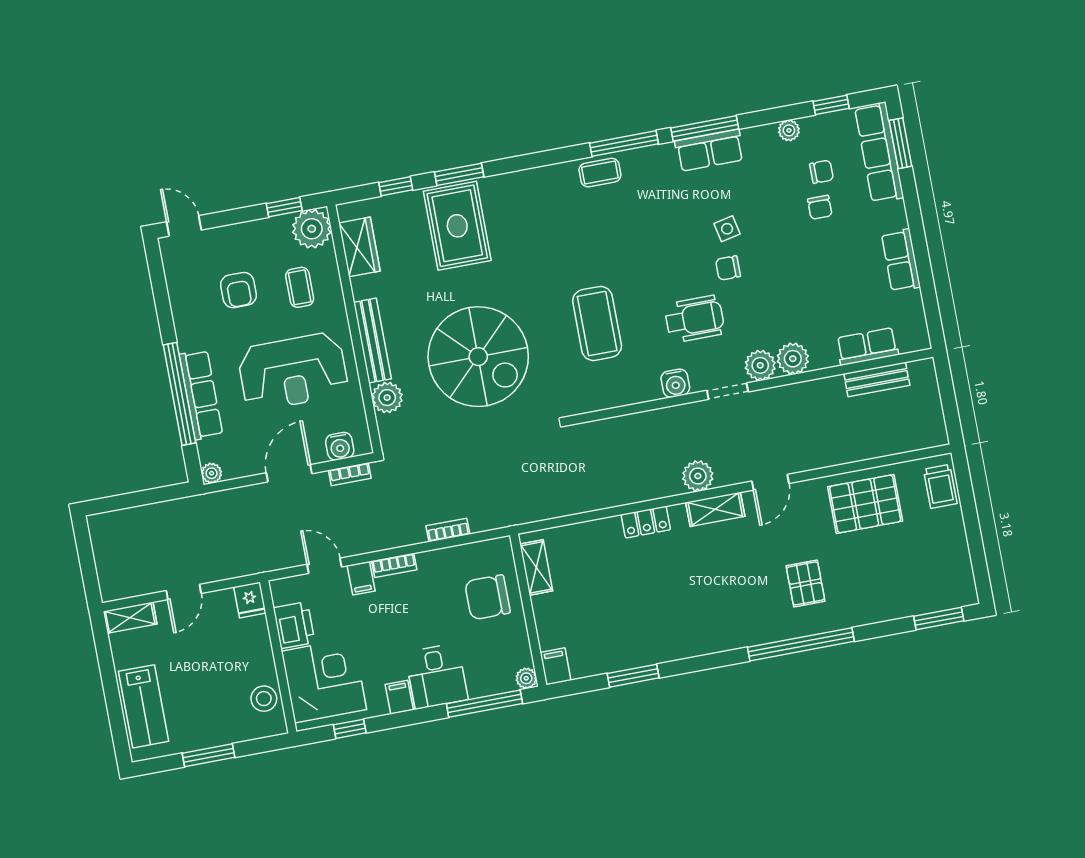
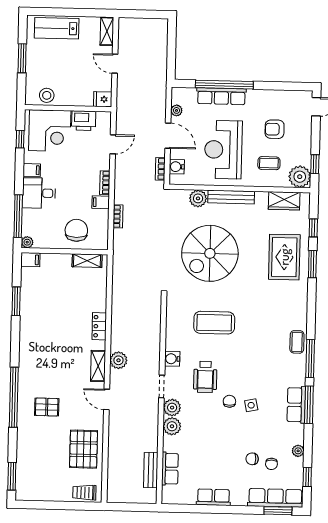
rug: (457, 226) -> (284, 257), turned 90
plant: (212, 473) -> (176, 110), moved
filing cabinet: (361, 578) -> (101, 202), moved

